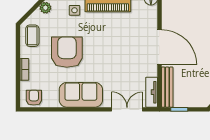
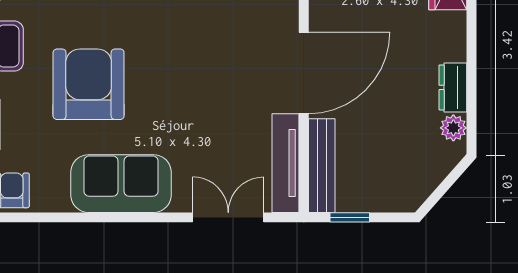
door: (159, 47) -> (304, 73), hinge flipped
tv unit: (152, 92) -> (285, 163), width x1.41

